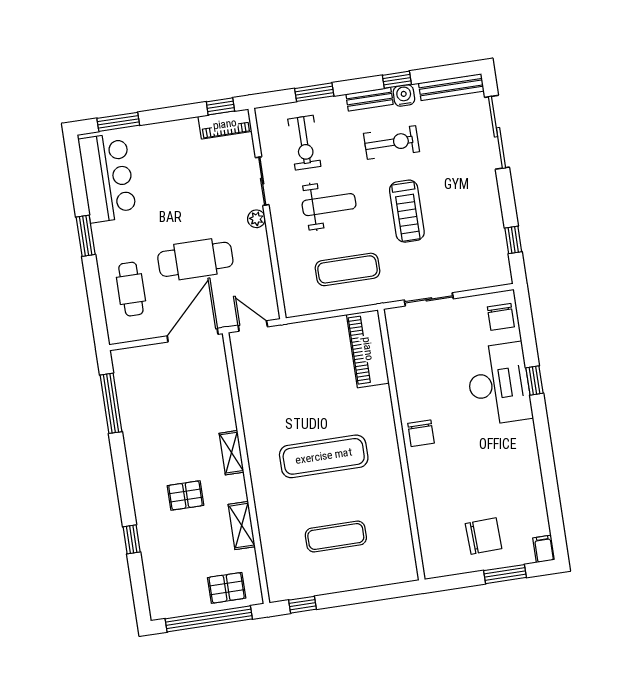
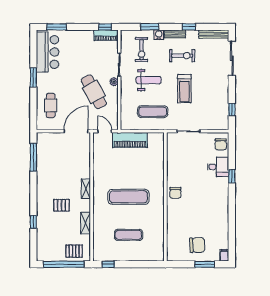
water cooler: (404, 96) -> (159, 35), moved
cafe table: (195, 259) -> (94, 92), moved, turned 61
piano: (368, 349) -> (130, 140), moved, turned -90
desk: (499, 384) -> (218, 167), width x0.53, depth x0.77

